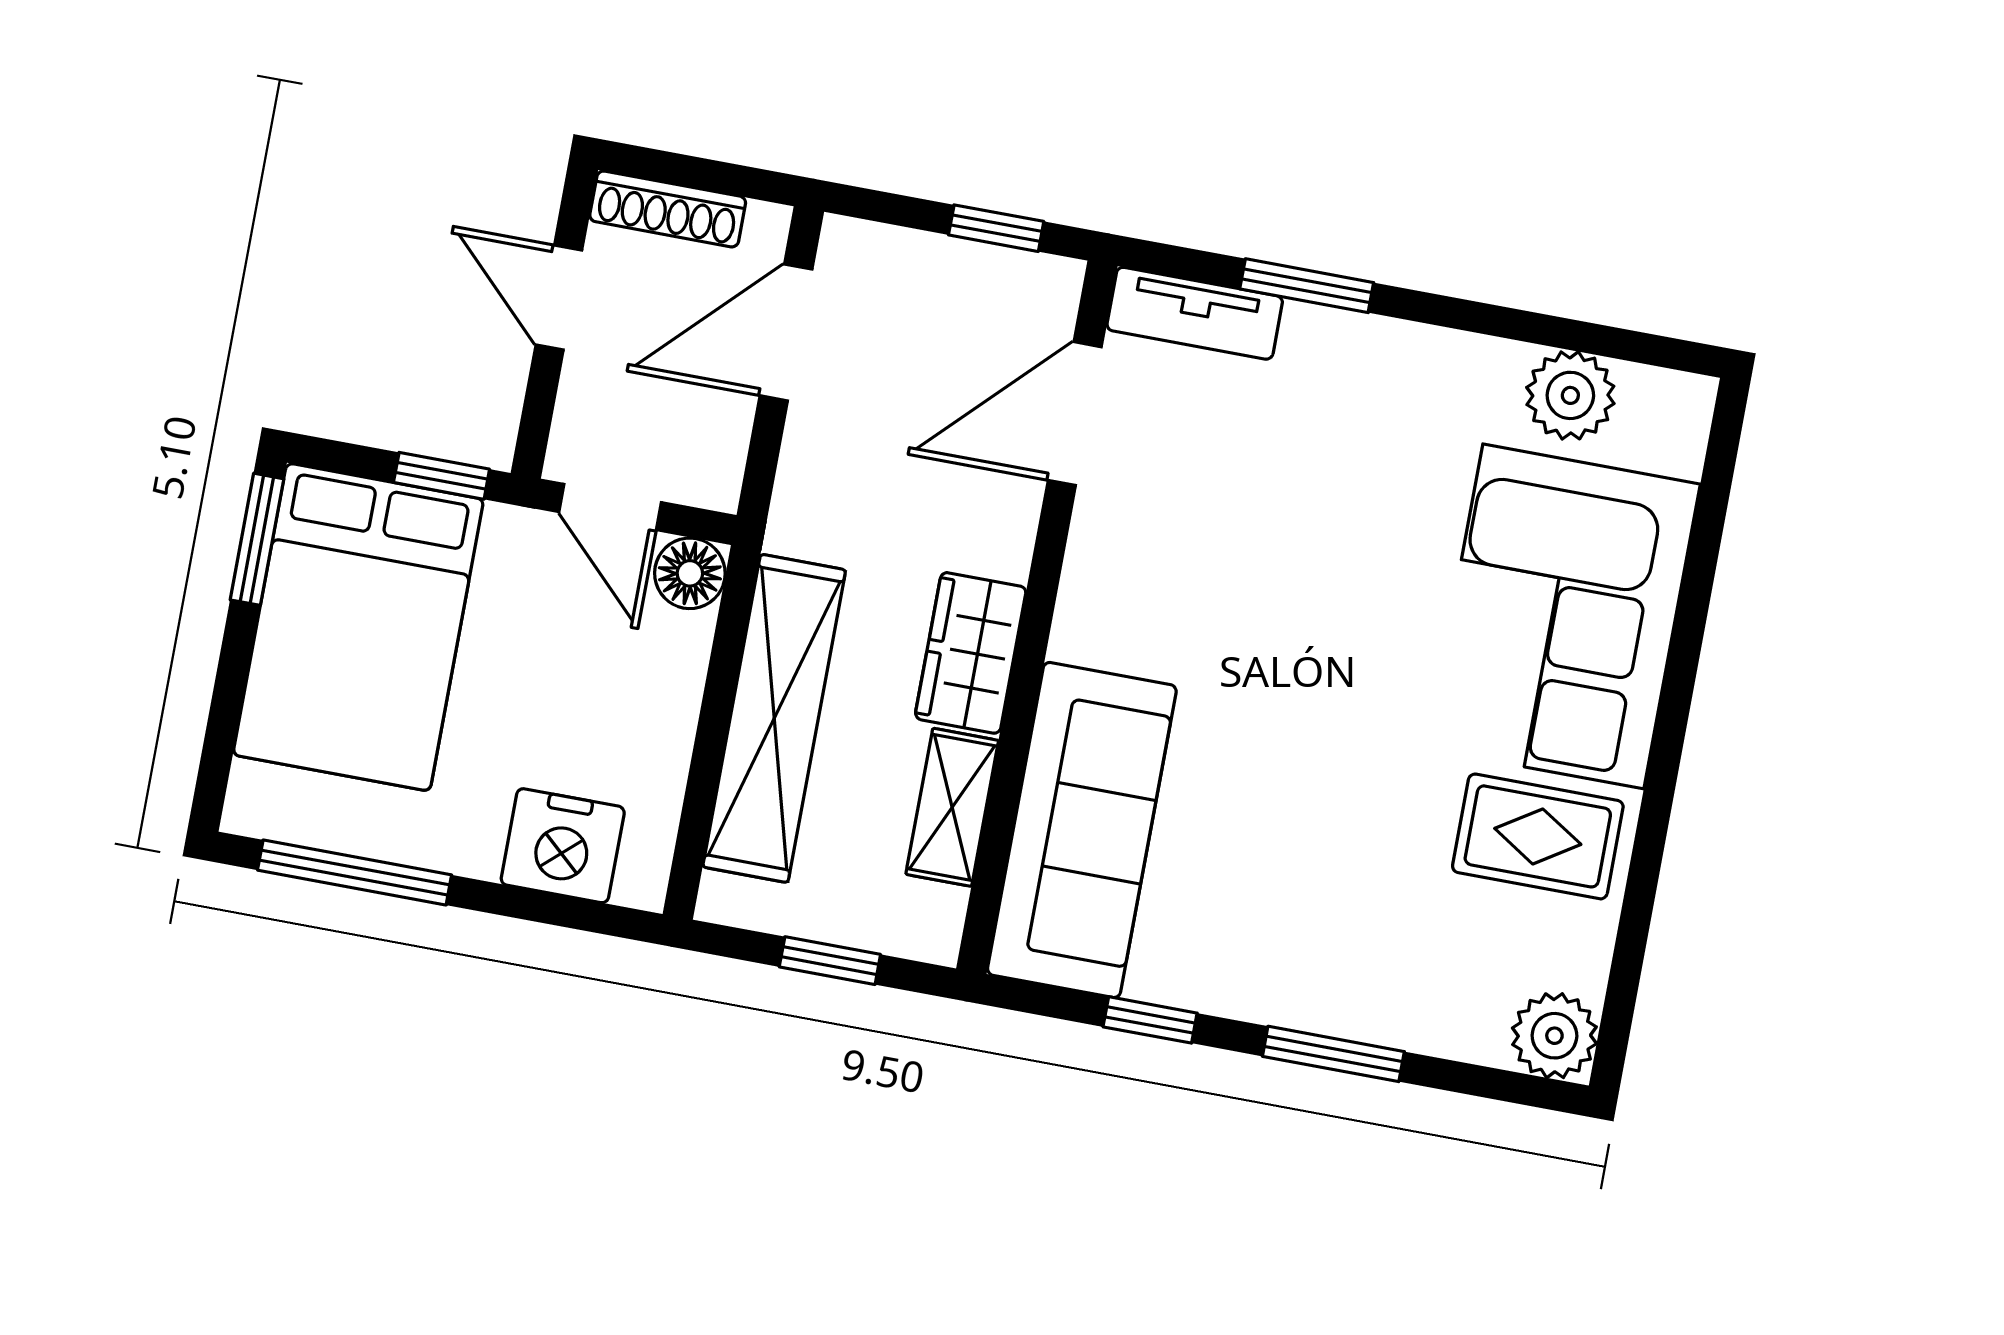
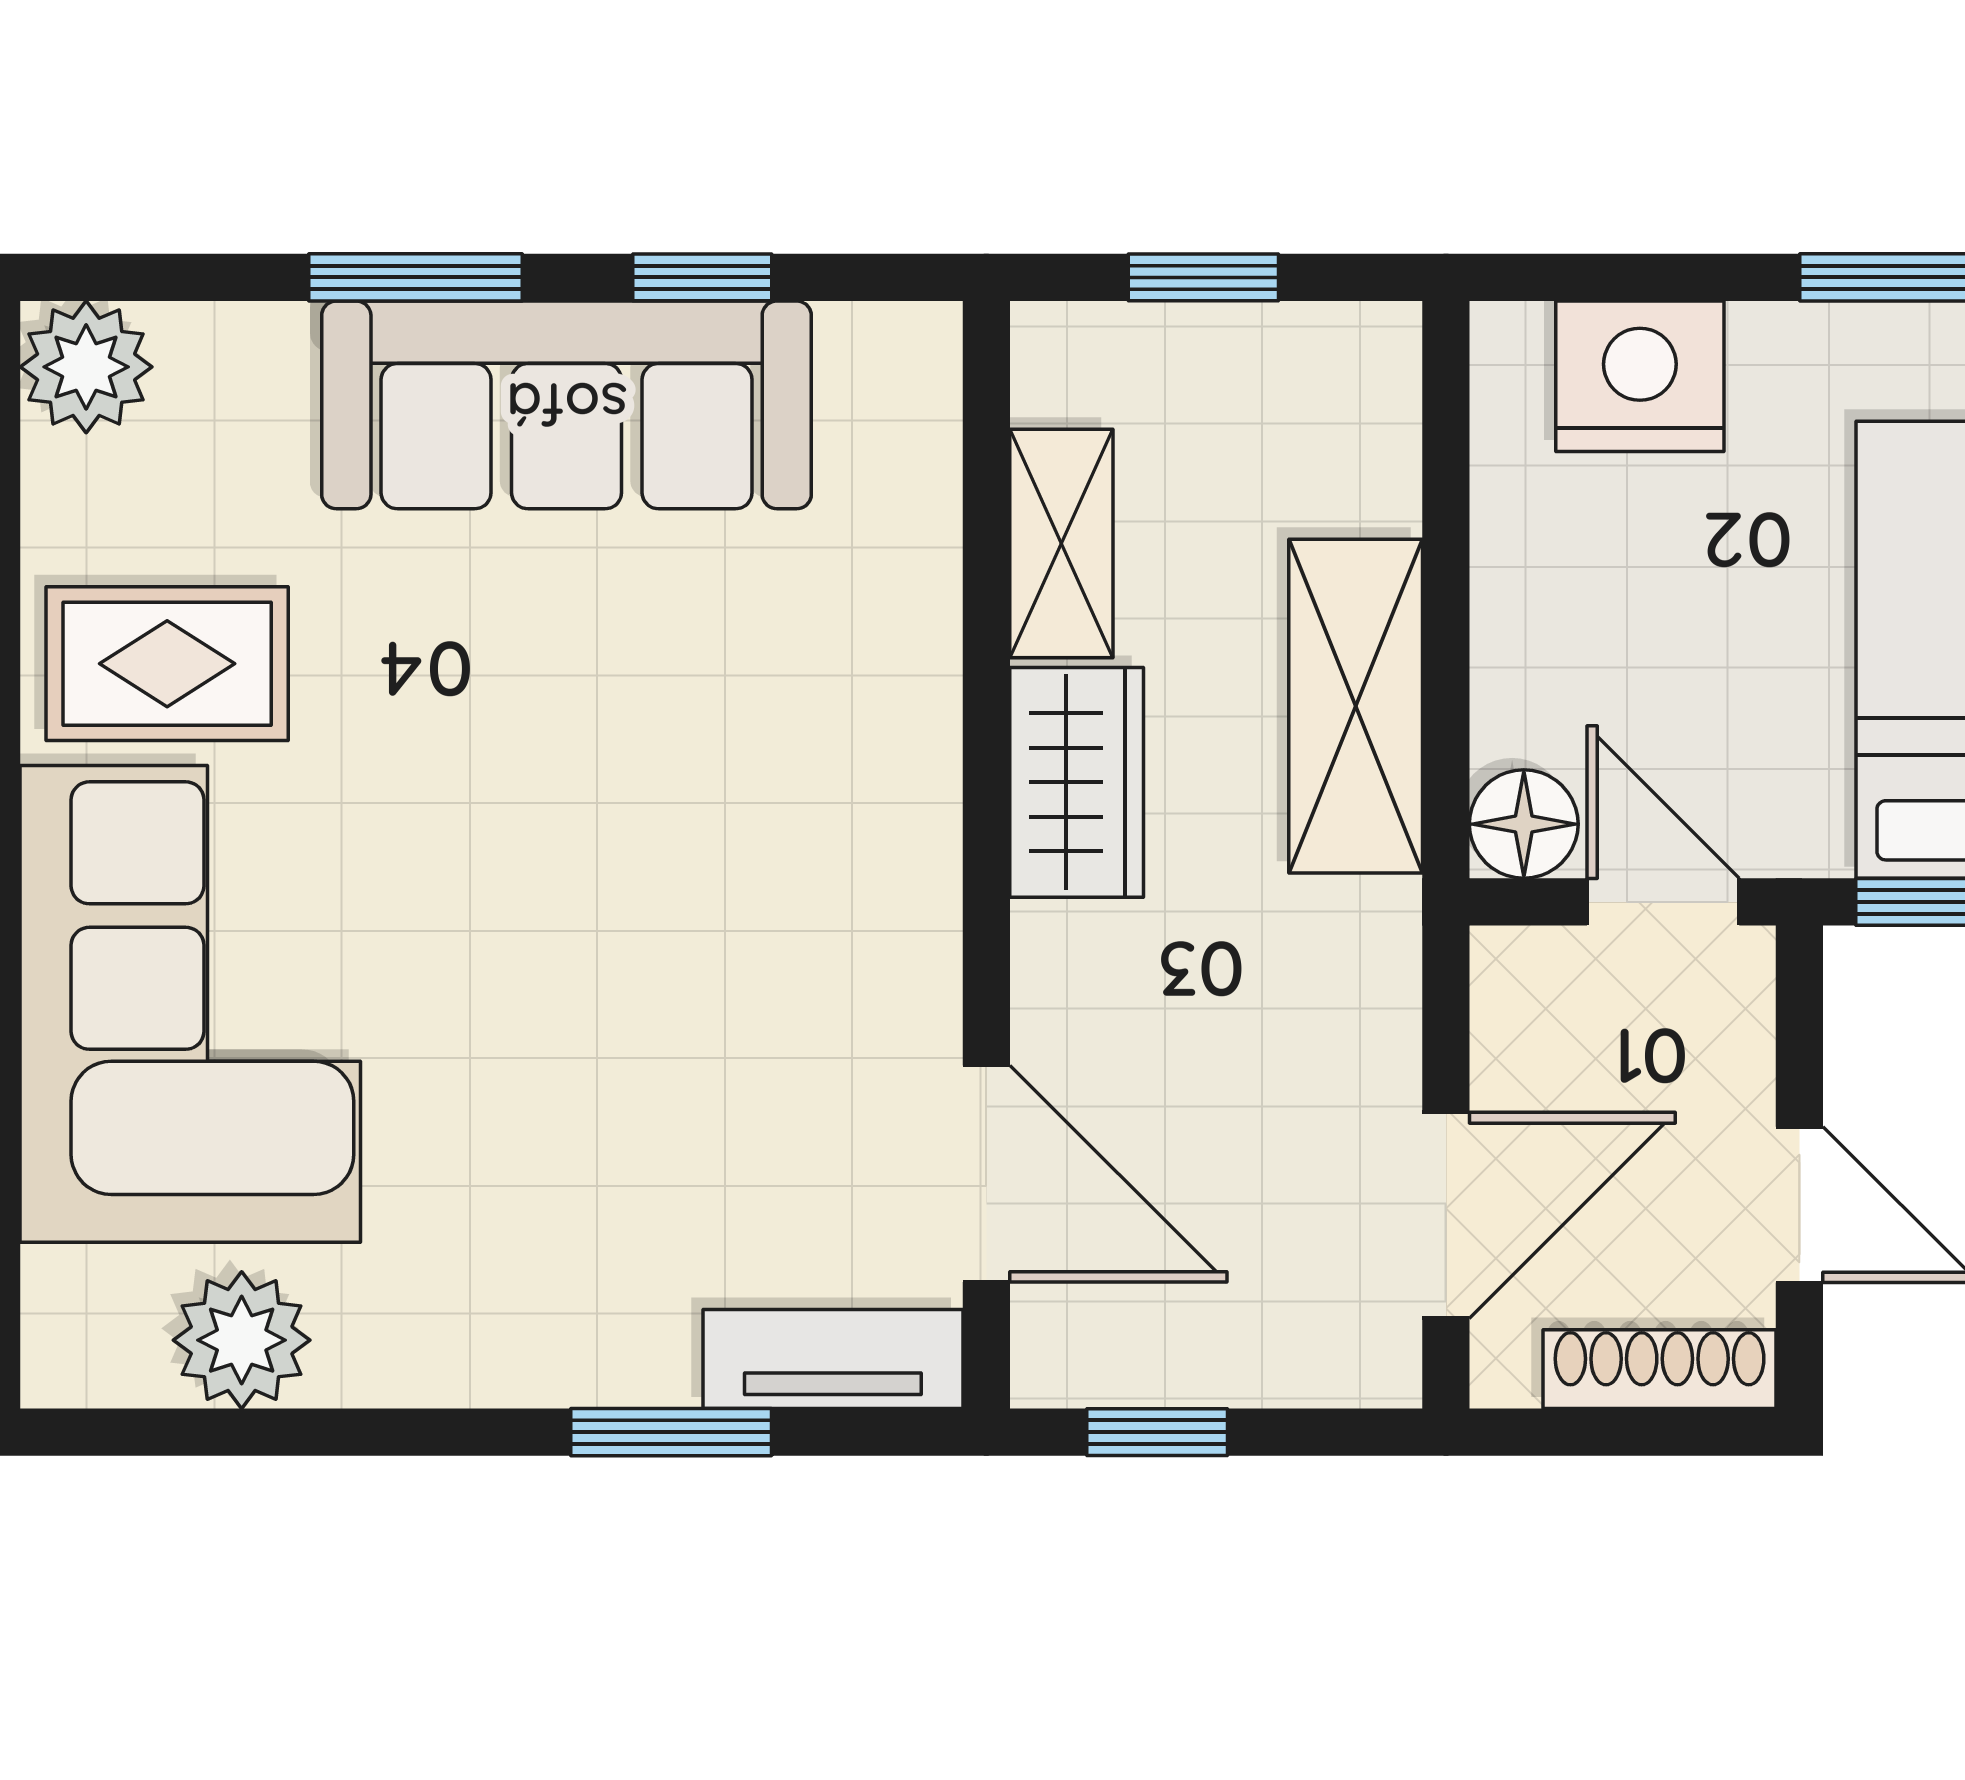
door: (1075, 414) -> (986, 1174), hinge flipped
shelving: (774, 718) -> (1356, 706), width x0.68
sofa: (1082, 830) -> (567, 405), moved, turned -90

